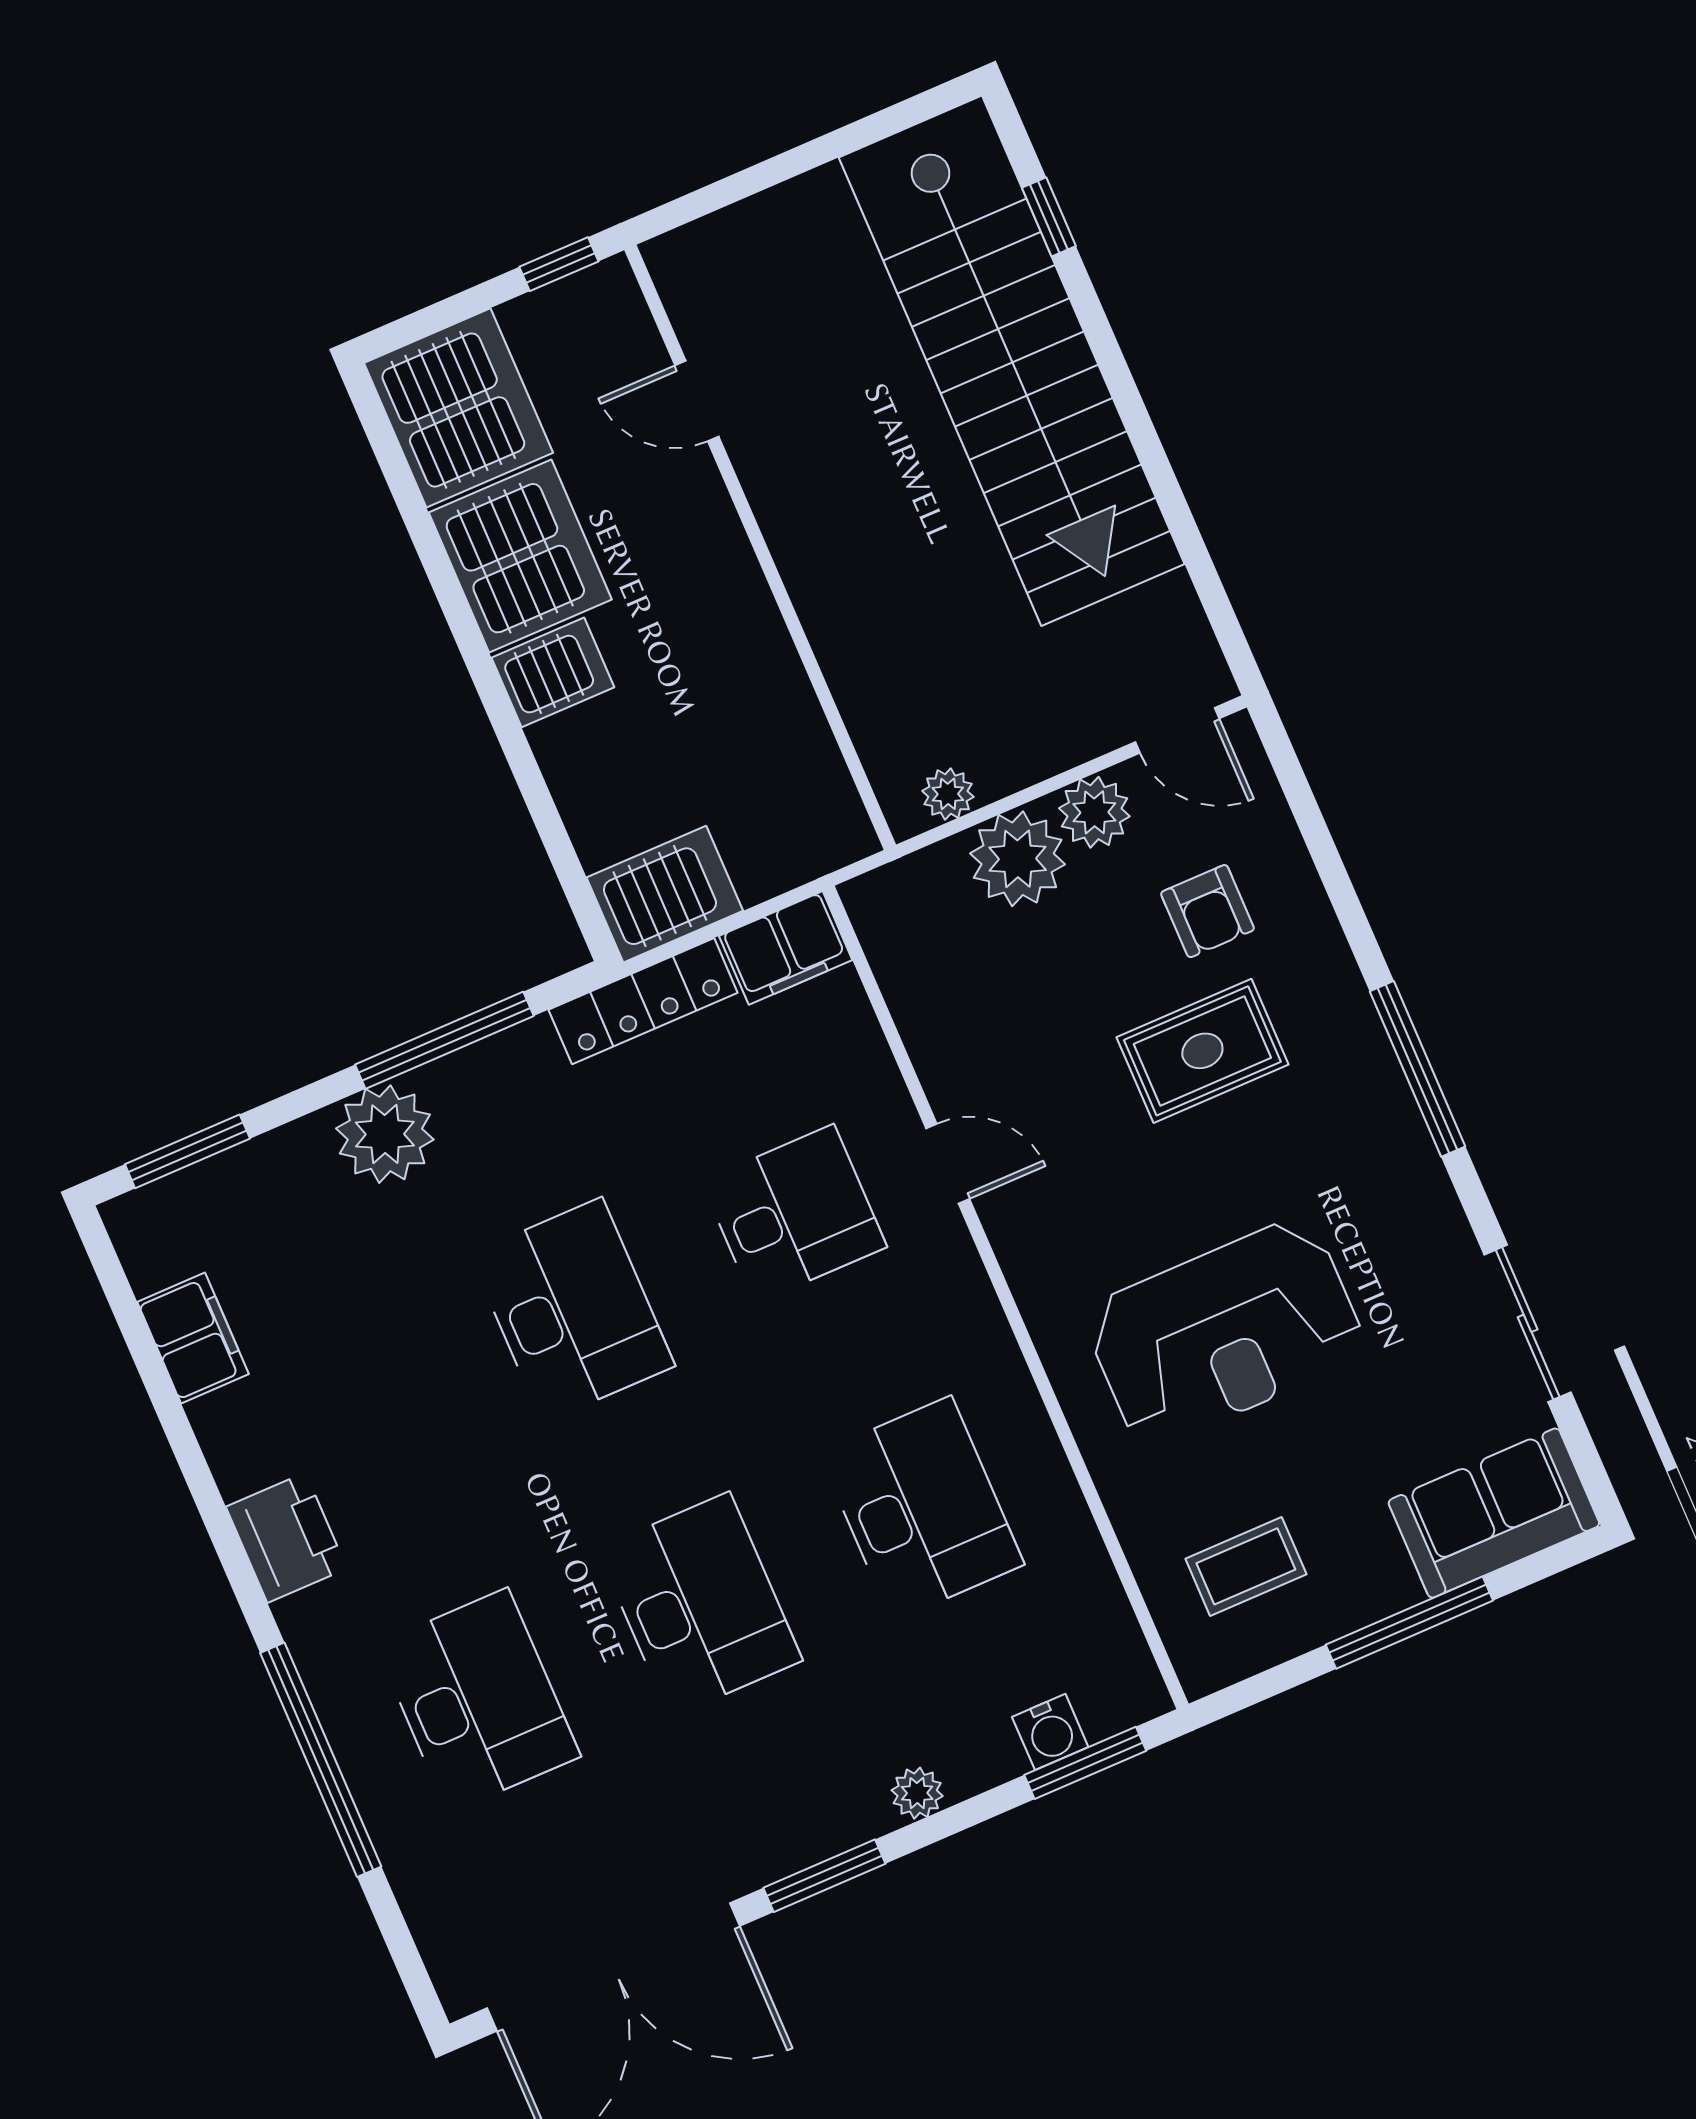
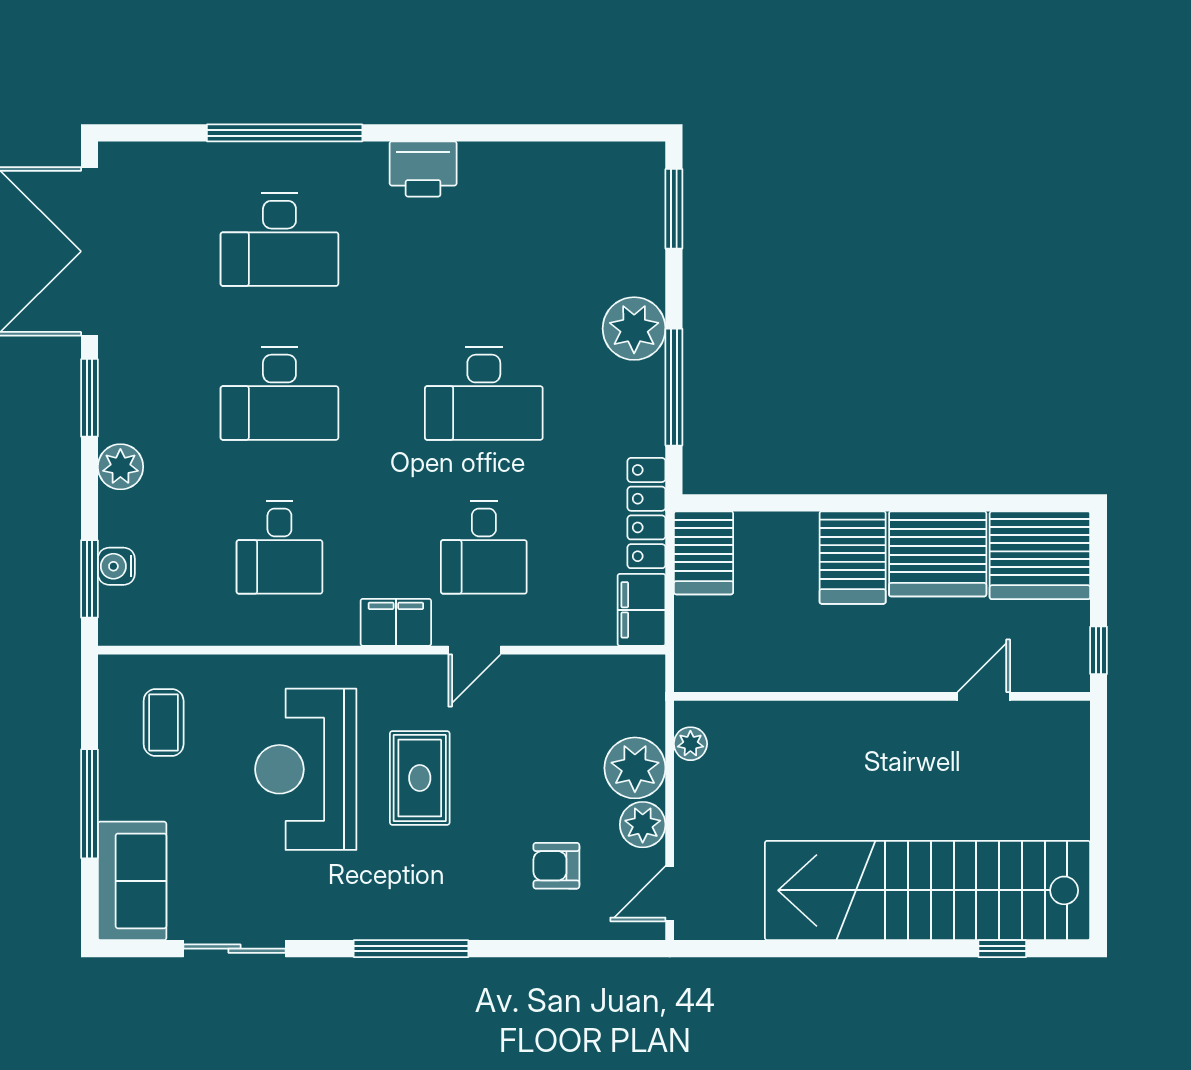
server rack: (553, 672) -> (853, 558), width x1.36, depth x1.44
rug: (1202, 1051) -> (420, 778), moved
filing cabinet: (193, 1338) -> (396, 622), moved, turned 180
desk: (921, 1509) -> (279, 547), width x0.73
plant: (917, 1793) -> (120, 467), width x1.38, depth x1.38

